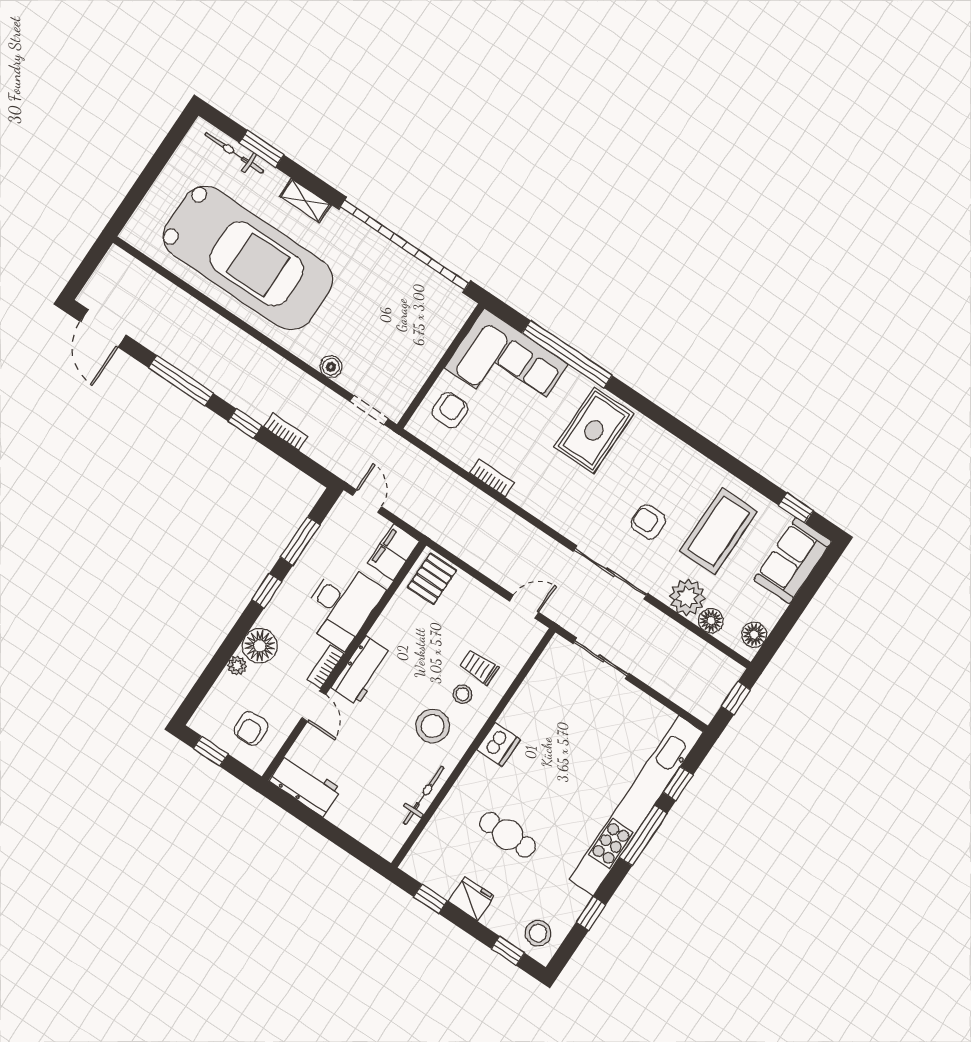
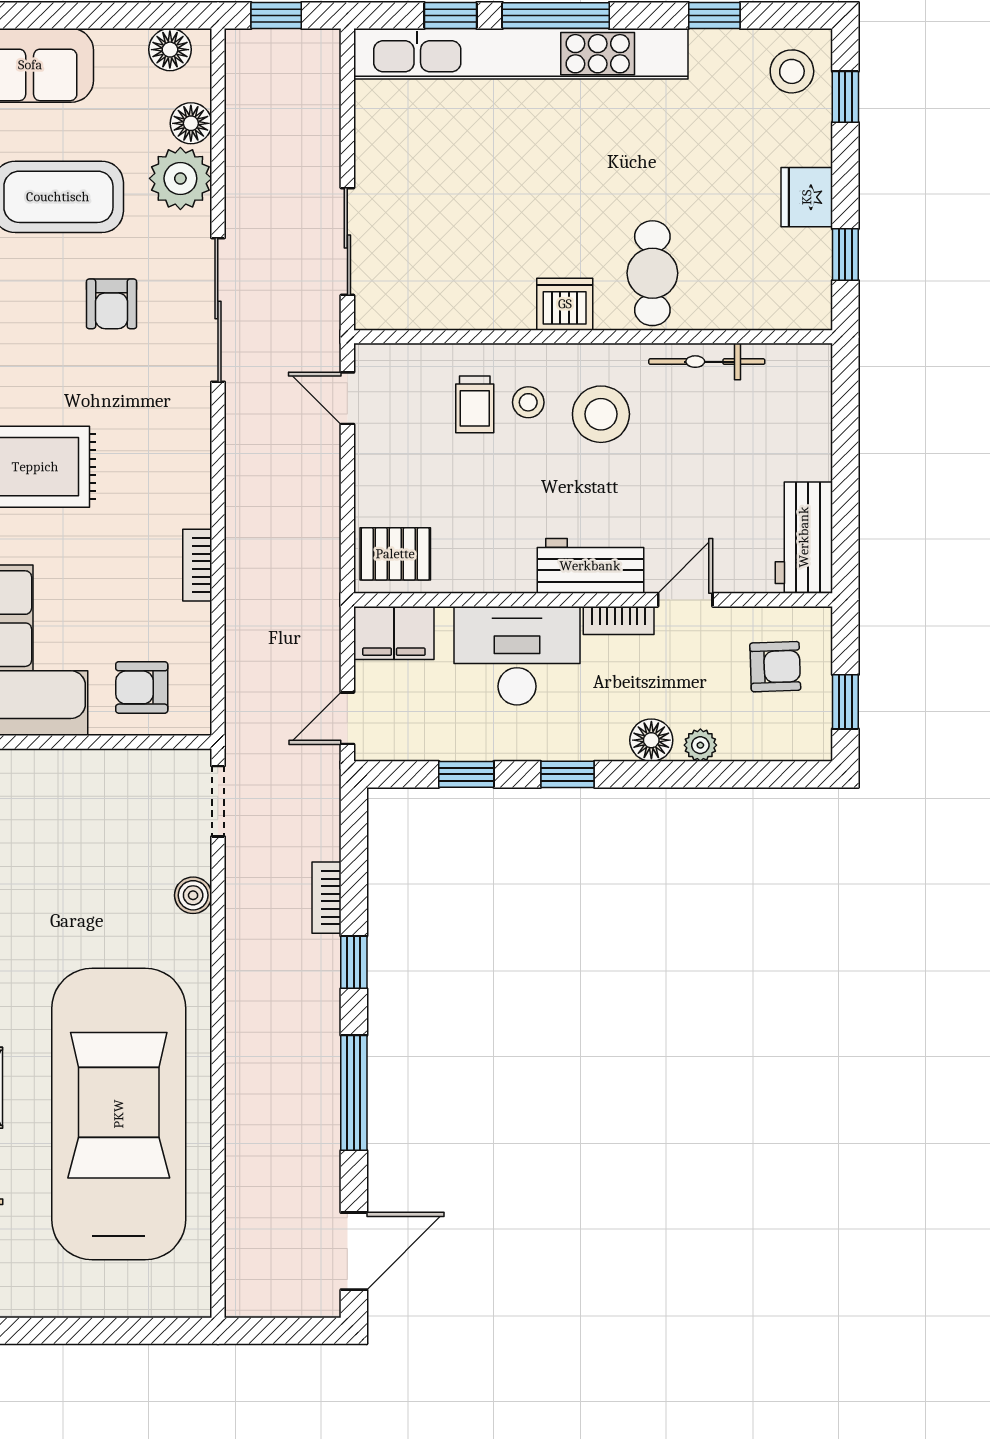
window: (300, 541) -> (466, 774), width x0.67
floor lamp: (260, 646) -> (651, 740), width x0.73, depth x0.73
cafe table: (508, 835) -> (652, 273), moved

